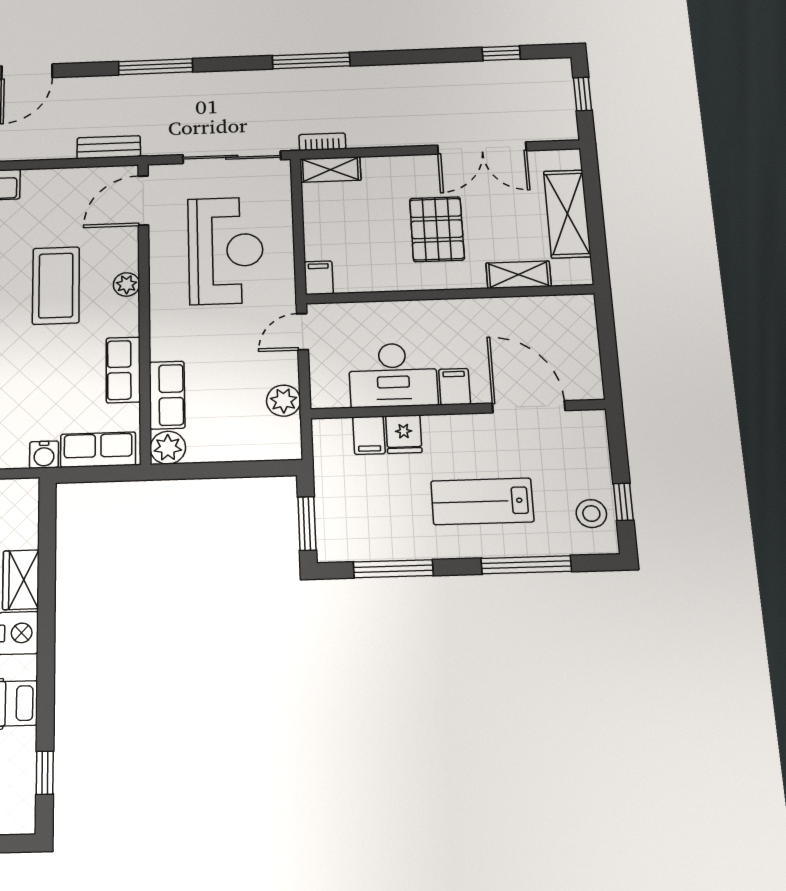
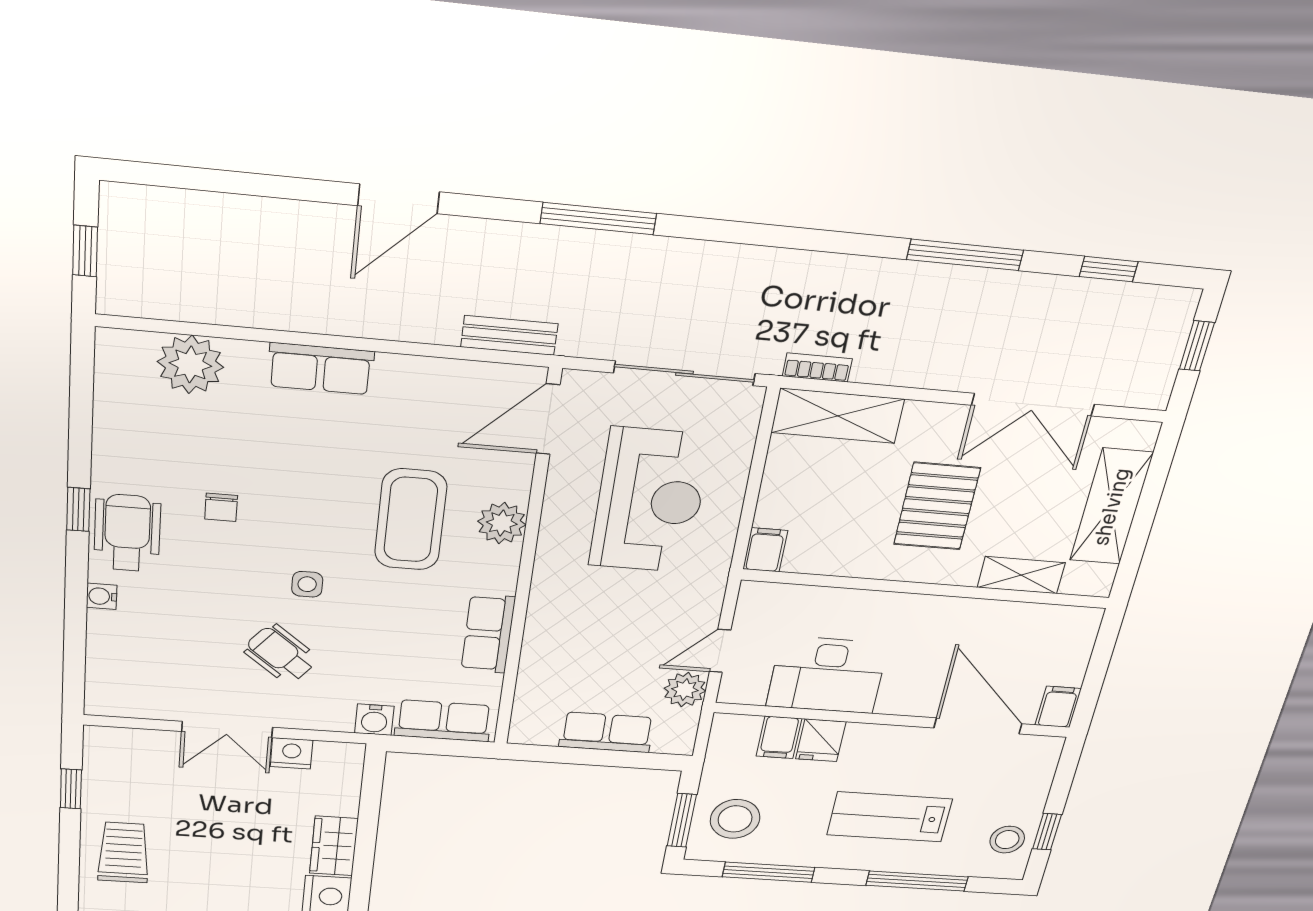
window: (311, 61) -> (965, 255), moved
shelving: (330, 169) -> (838, 416), width x1.50, depth x1.33
plant: (127, 284) -> (502, 523), width x1.38, depth x1.38
door: (302, 332) -> (720, 651), moved
filing cabinet: (455, 387) -> (1058, 707), moved
row of seats: (167, 395) -> (607, 732), moved, turned -90
plant: (168, 448) -> (531, 727), removed
stool: (351, 517) -> (735, 819), added

